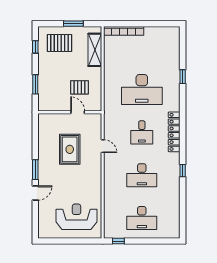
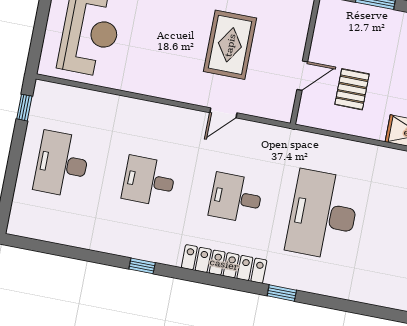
window: (183, 77) -> (282, 293), moved
rug: (70, 149) -> (230, 45), turned 90
desk: (142, 175) -> (149, 181), width x0.73

